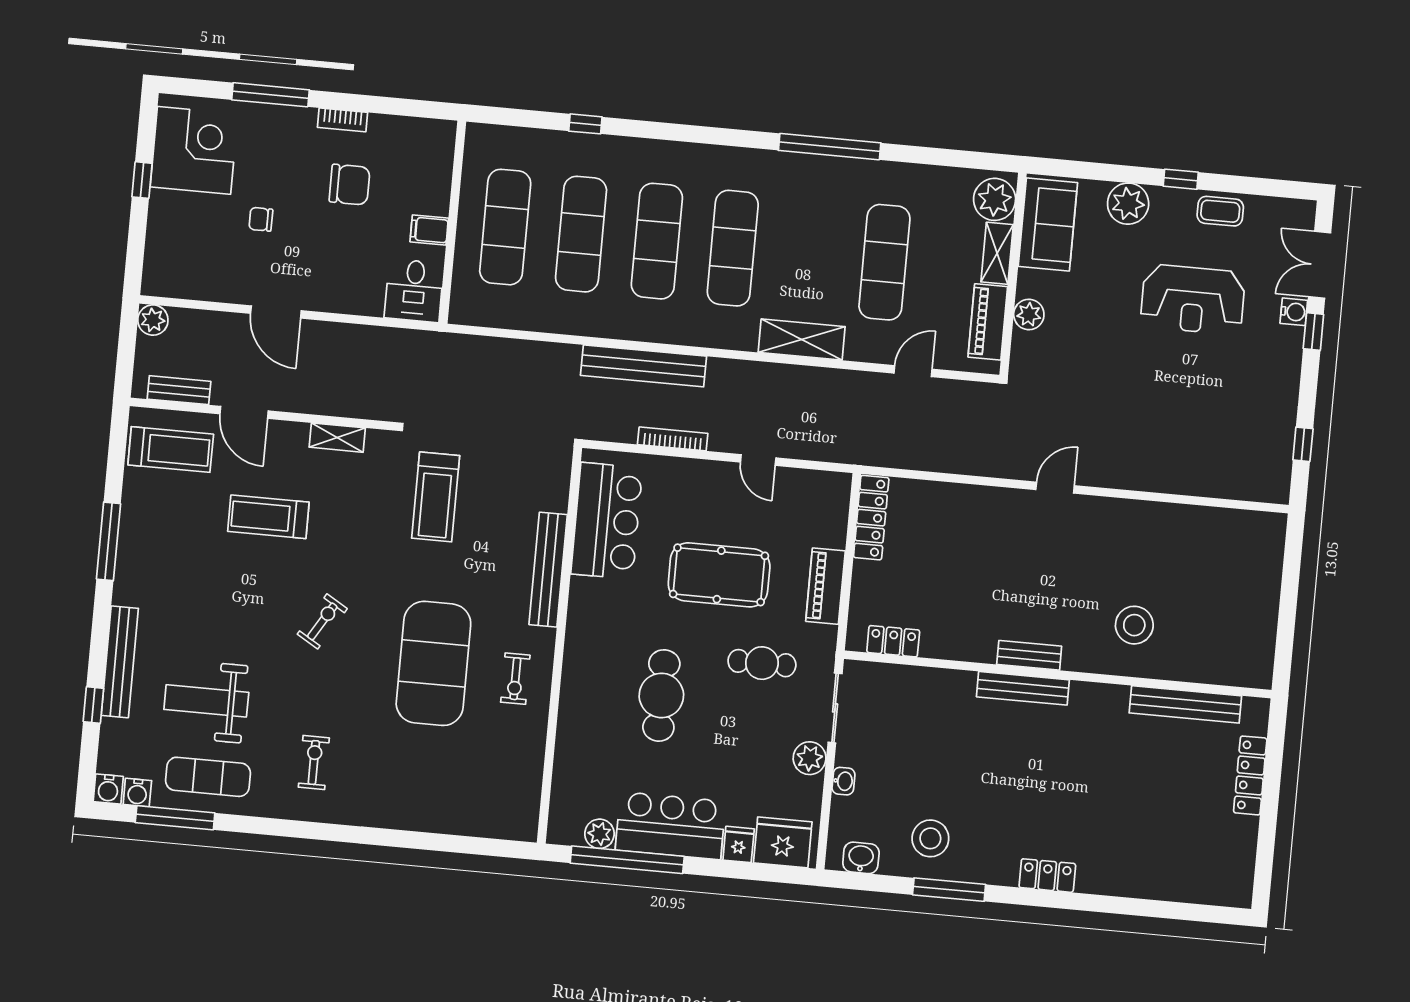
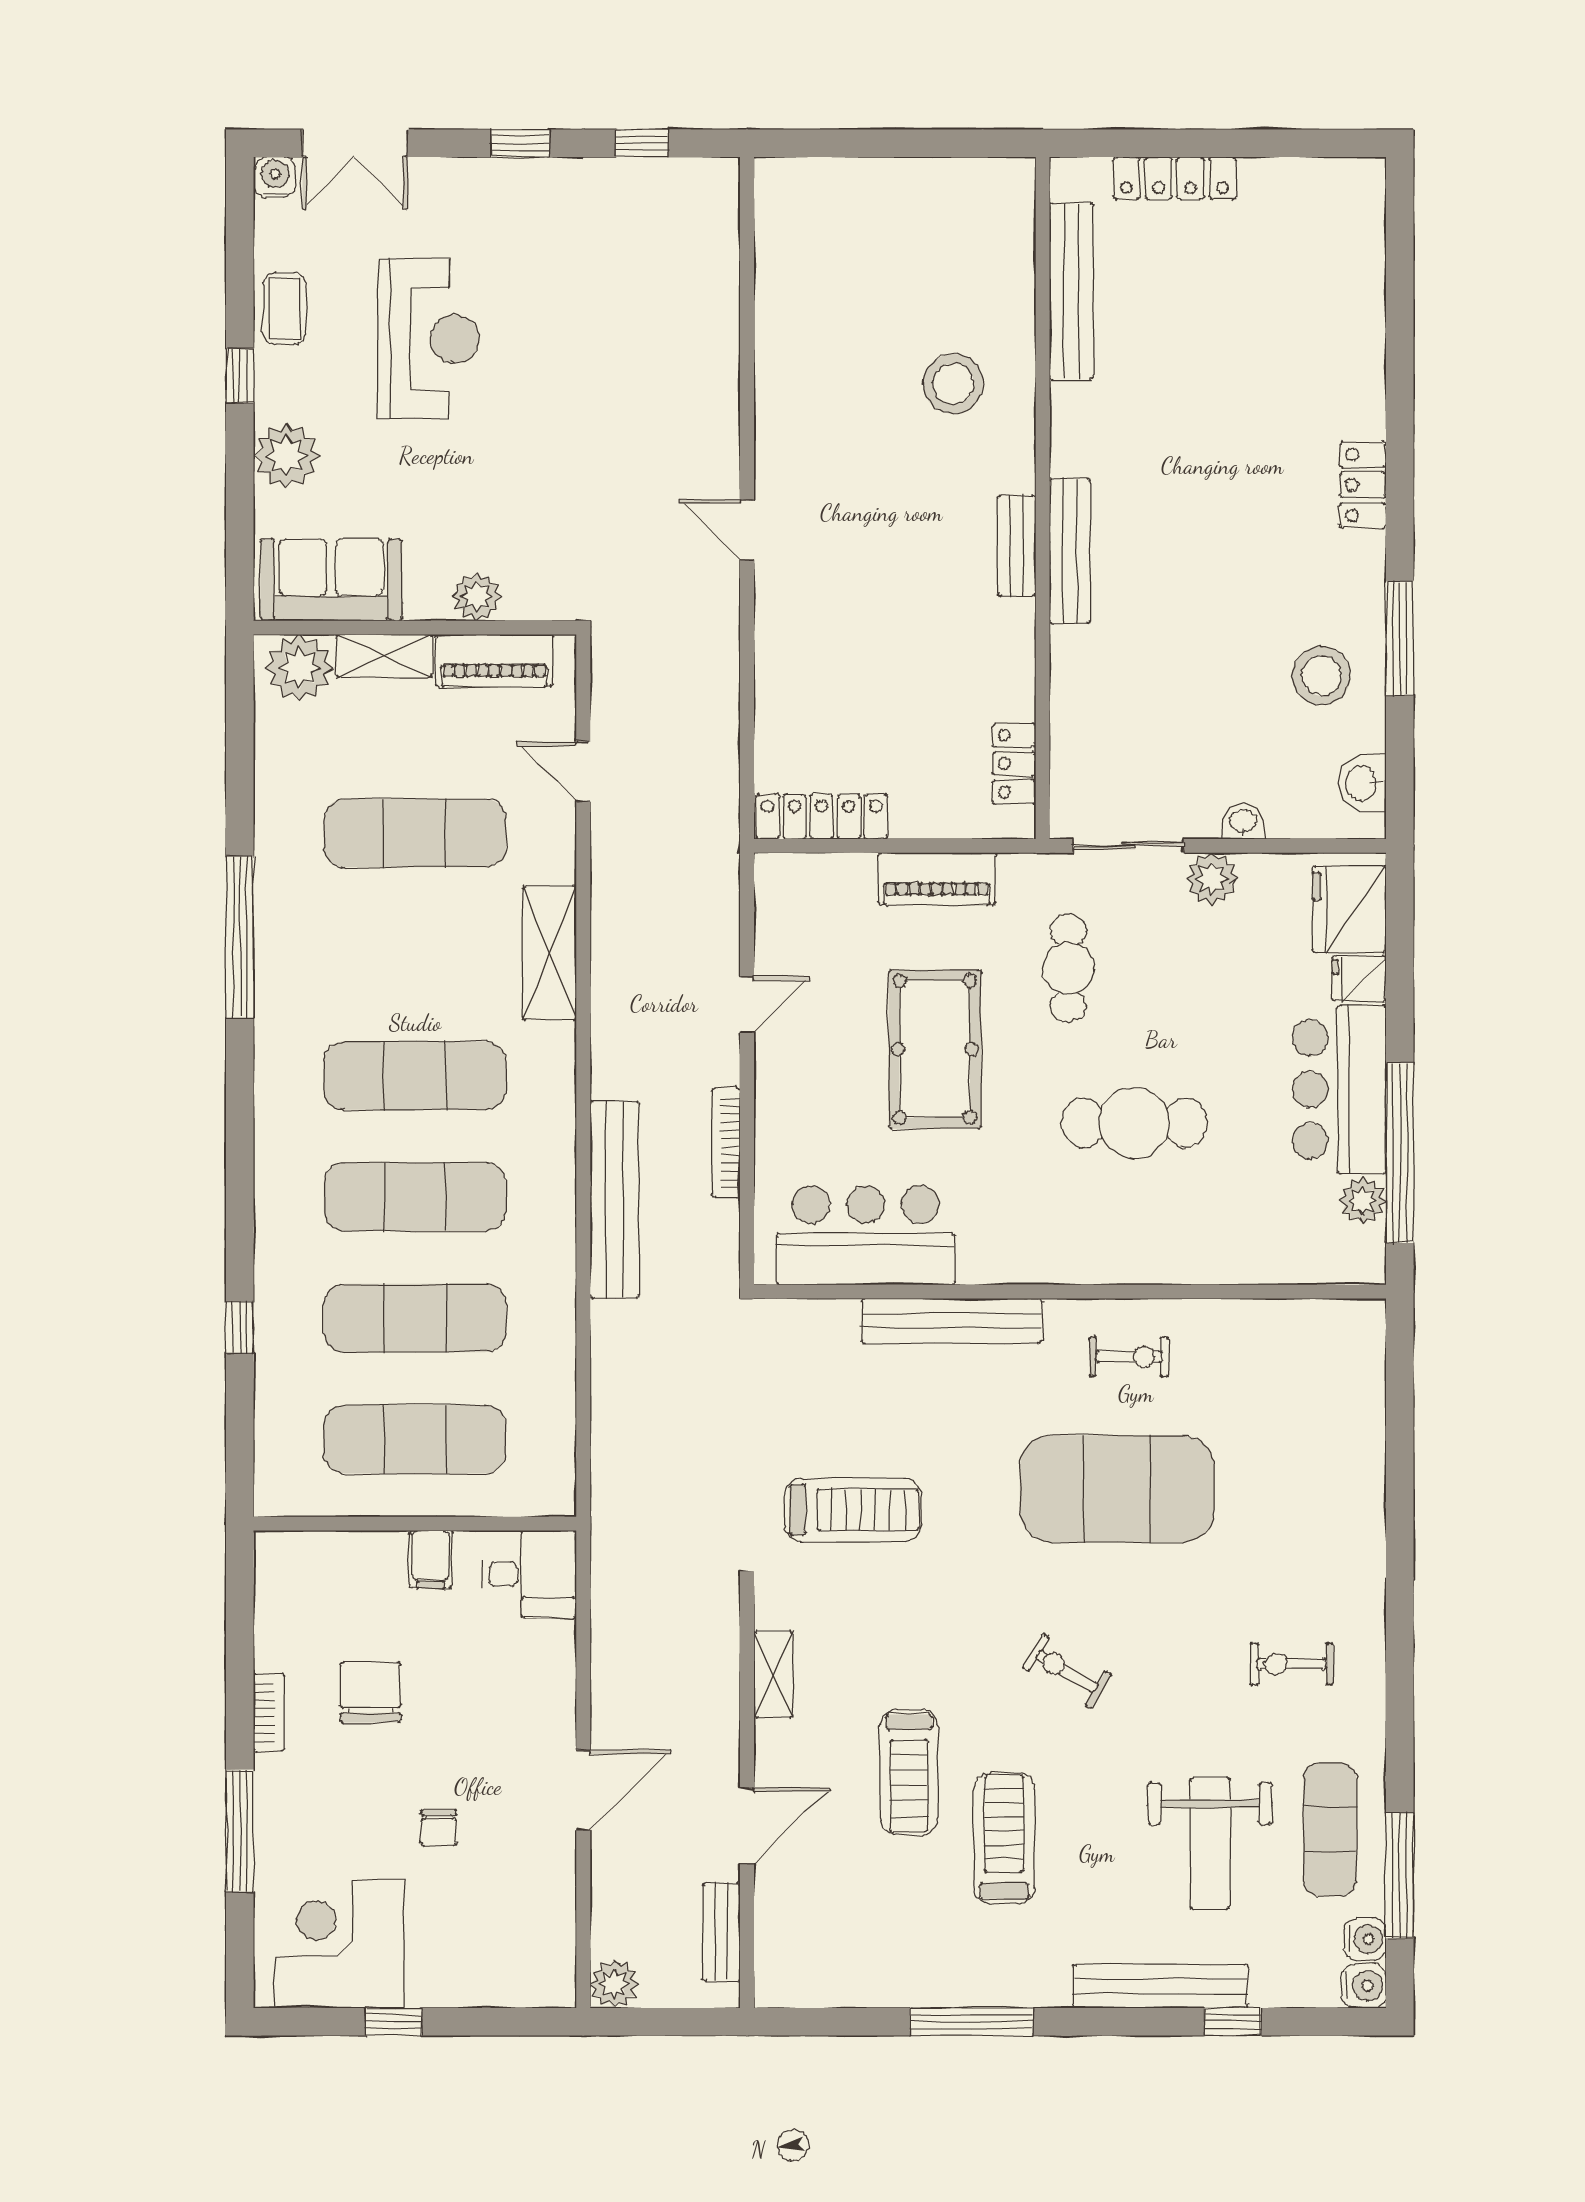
water cooler: (1294, 312) -> (275, 177), moved
window: (1313, 331) -> (520, 143), moved
treadmill: (171, 450) -> (1004, 1838), moved

